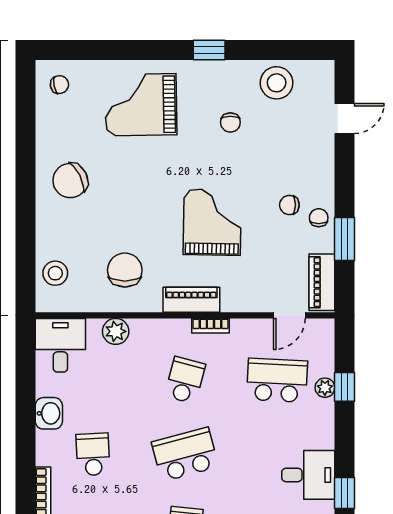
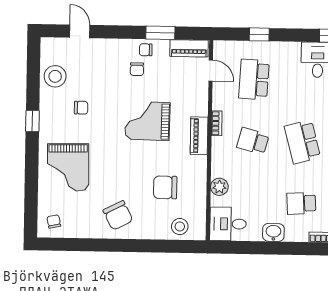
chair: (125, 270) -> (165, 187), moved
plant: (325, 388) -> (259, 48), removed

